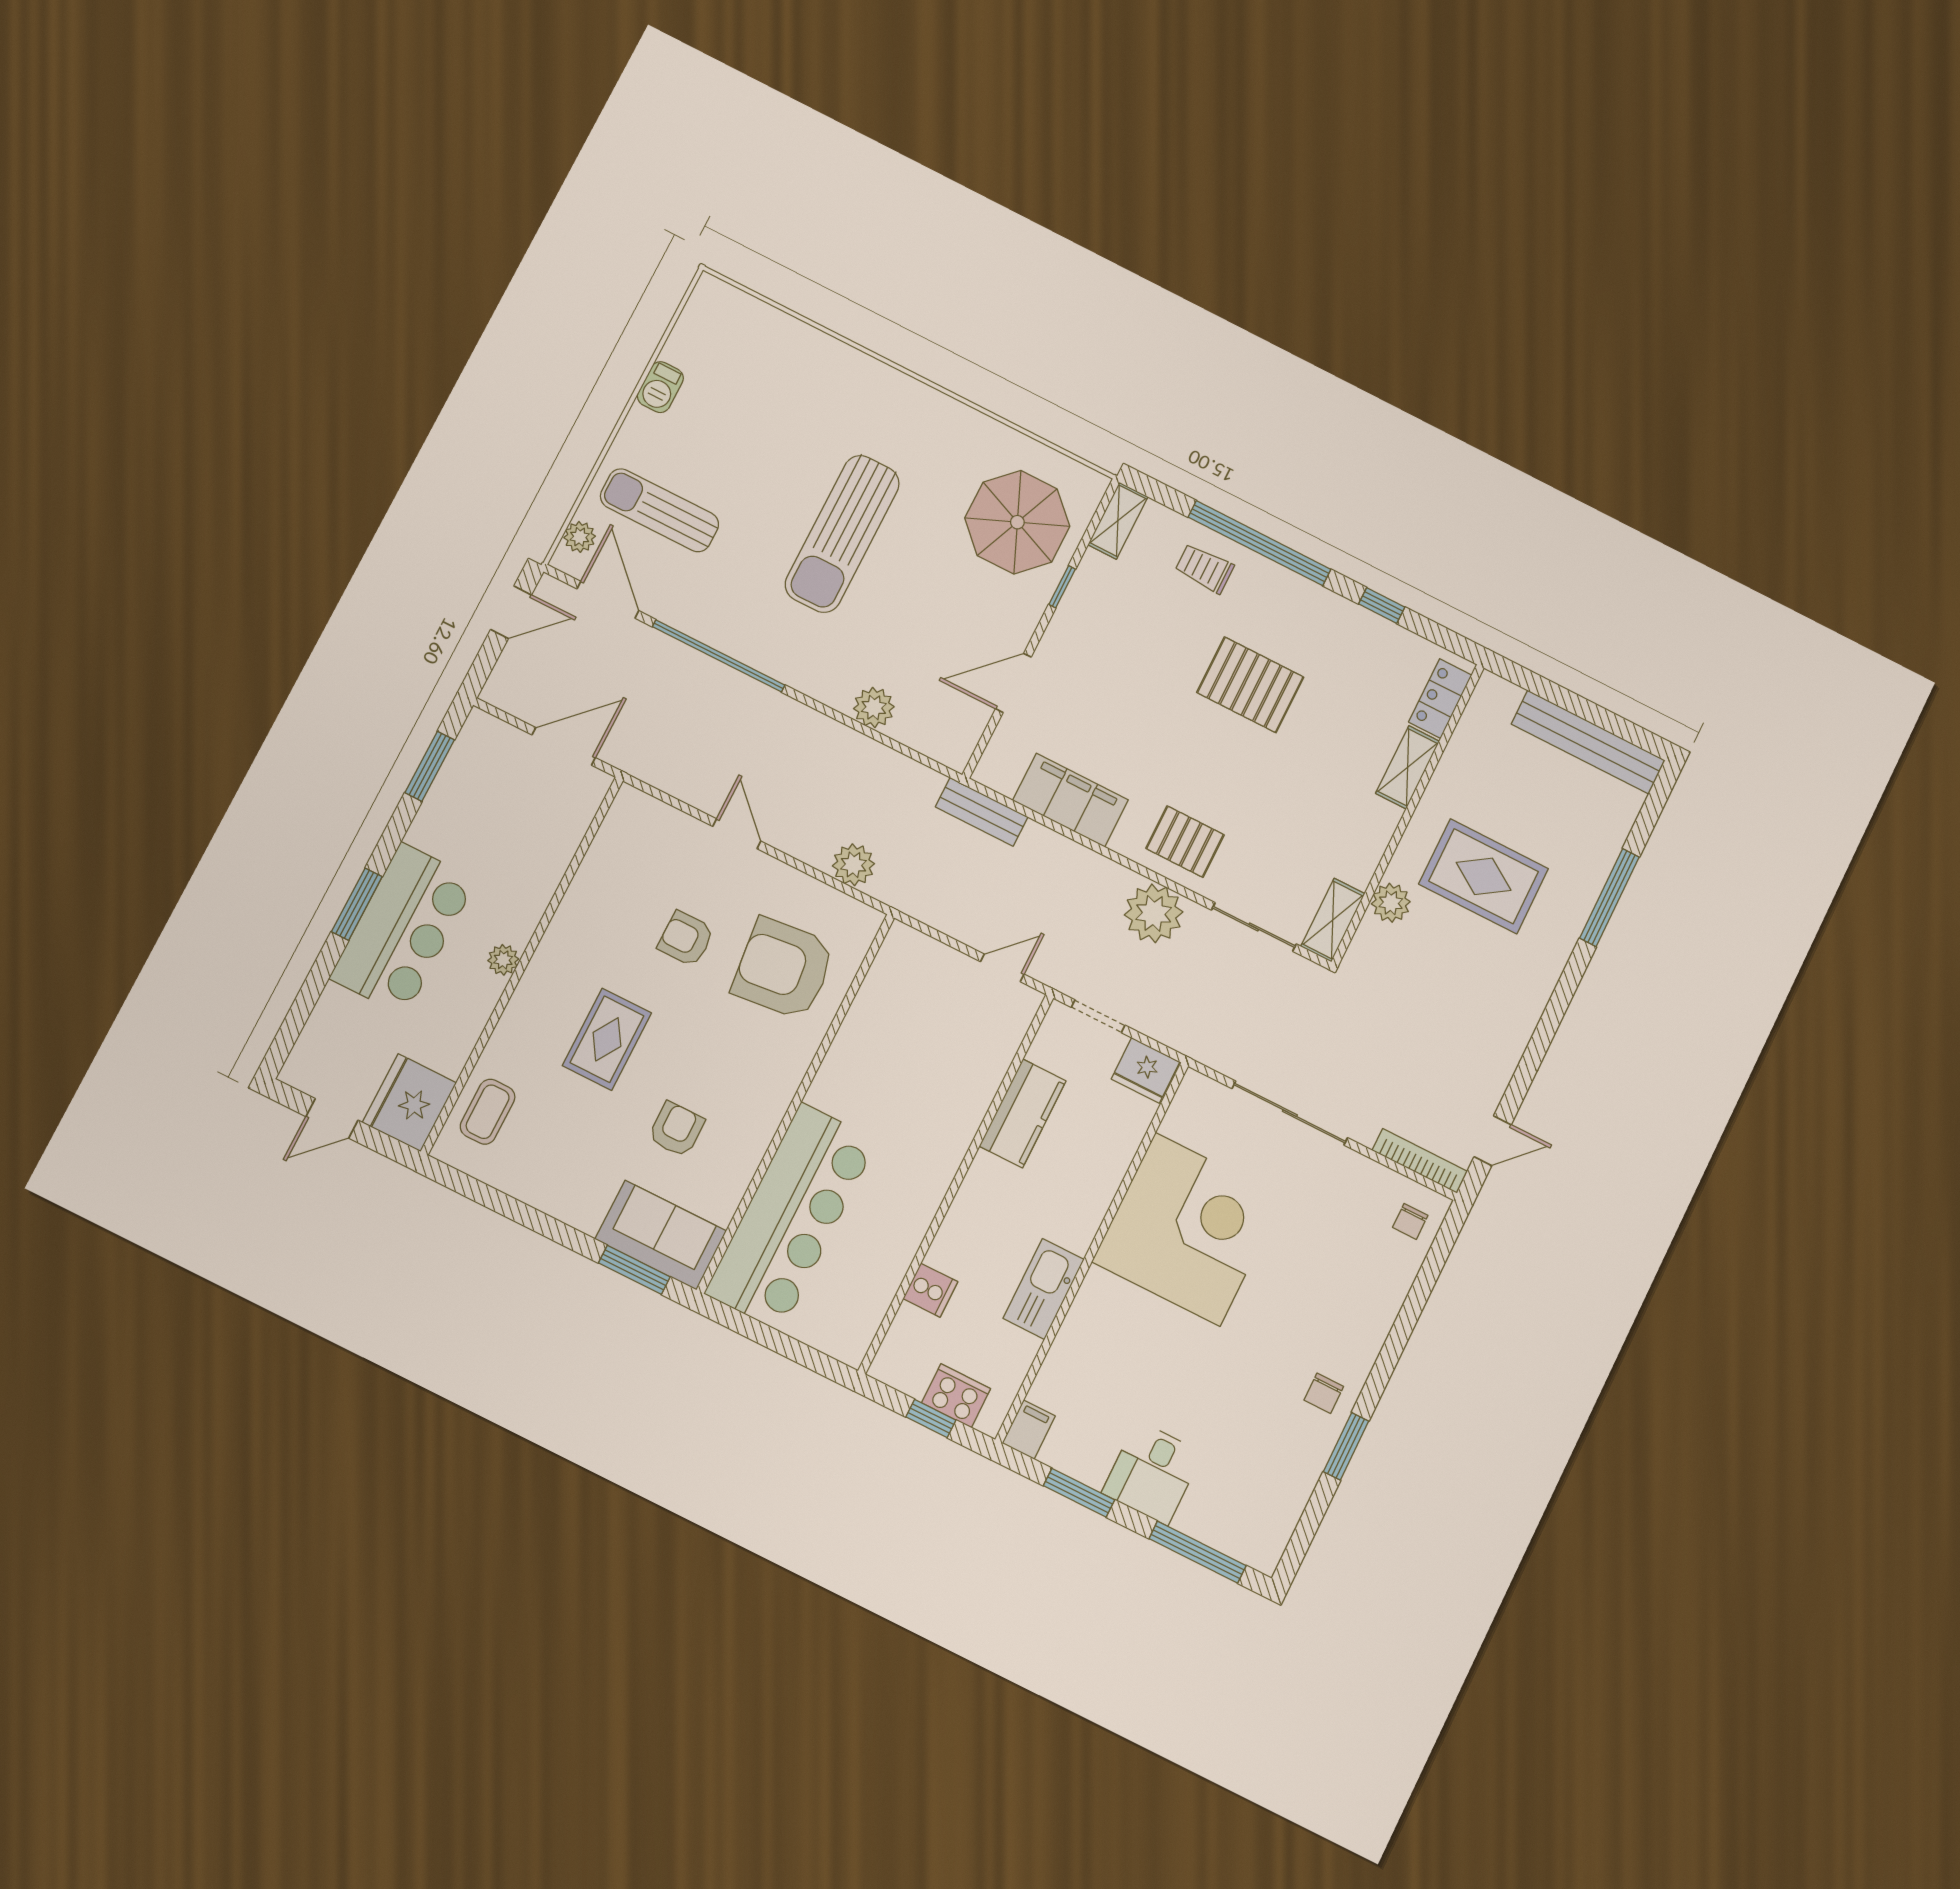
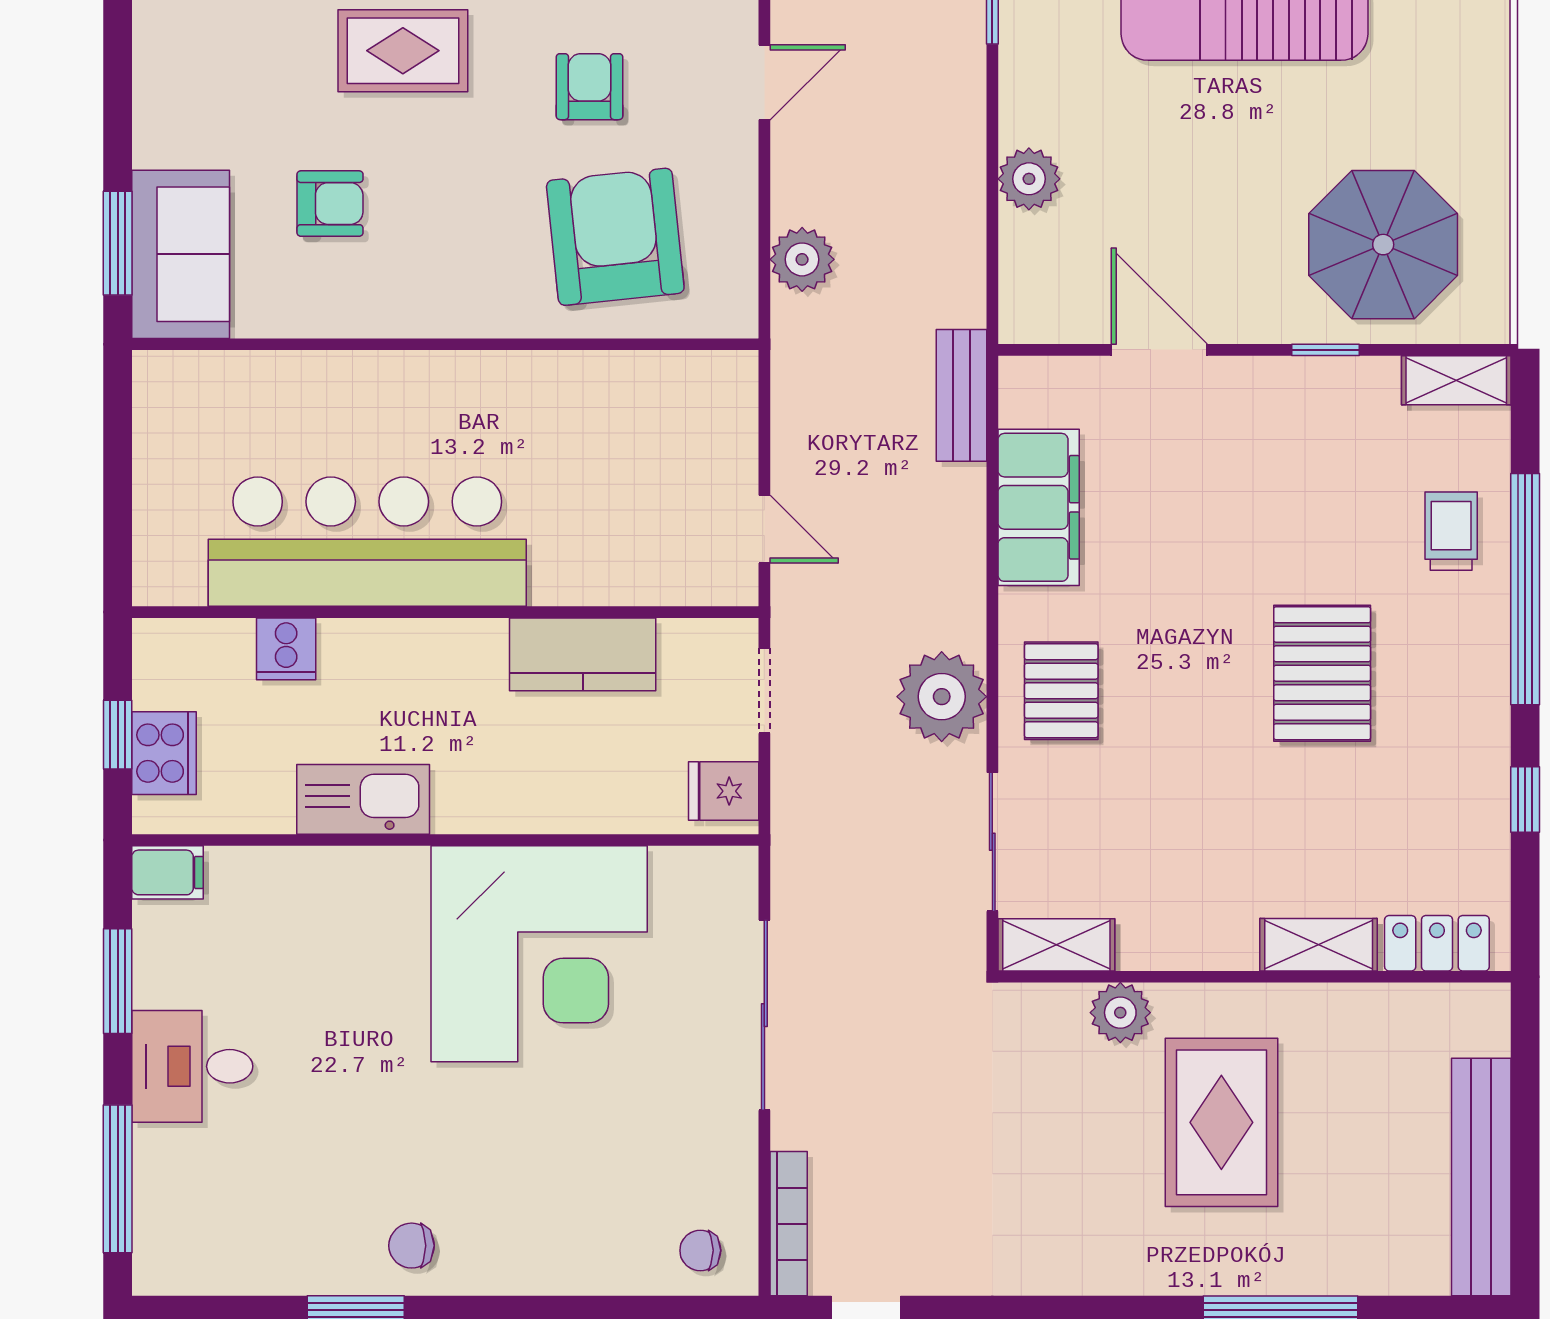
fridge: (1145, 1070) -> (724, 791), width x0.72
bar counter: (791, 1217) -> (367, 542), moved, turned 180

